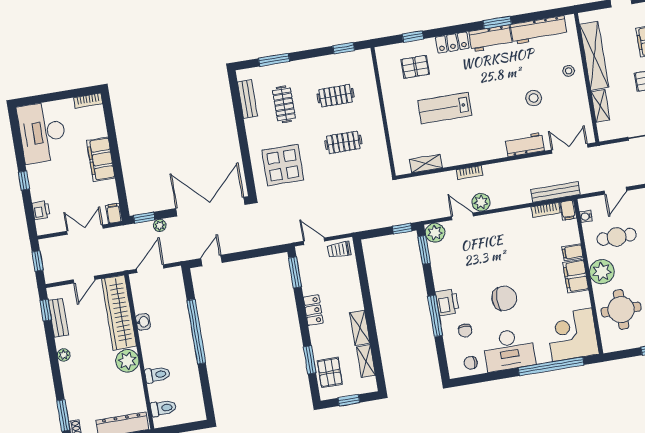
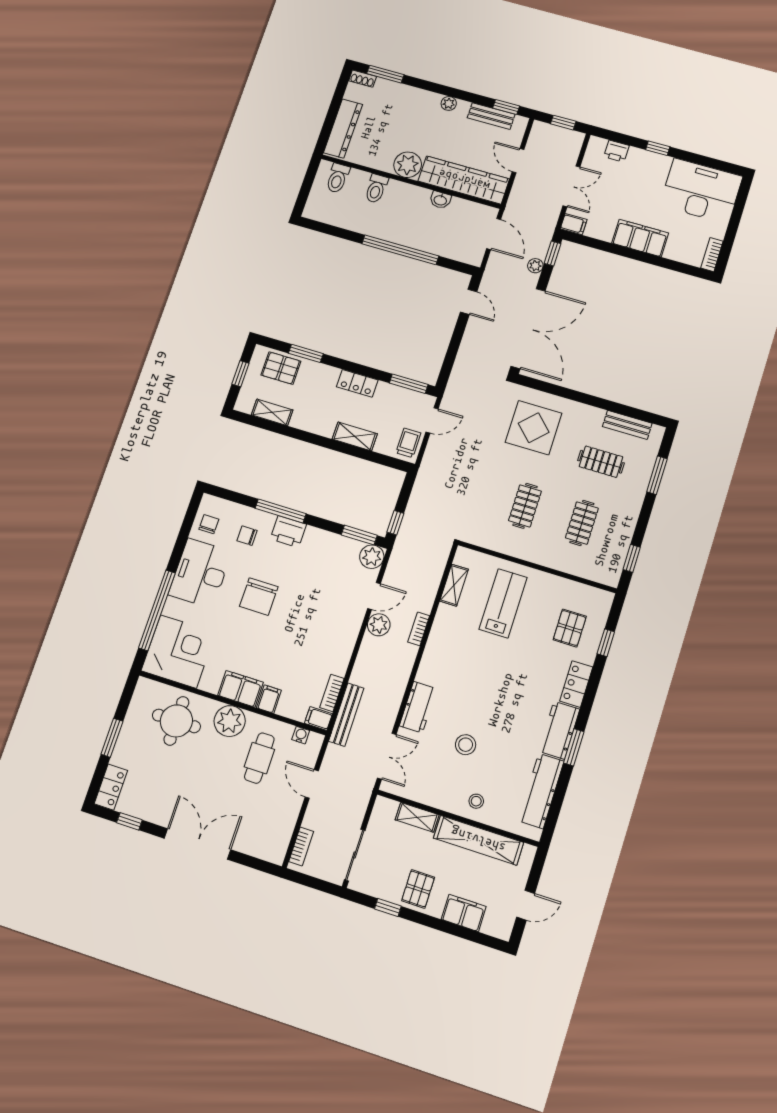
lab bench: (445, 108) -> (503, 603), moved
shelving: (360, 328) -> (355, 436), moved

